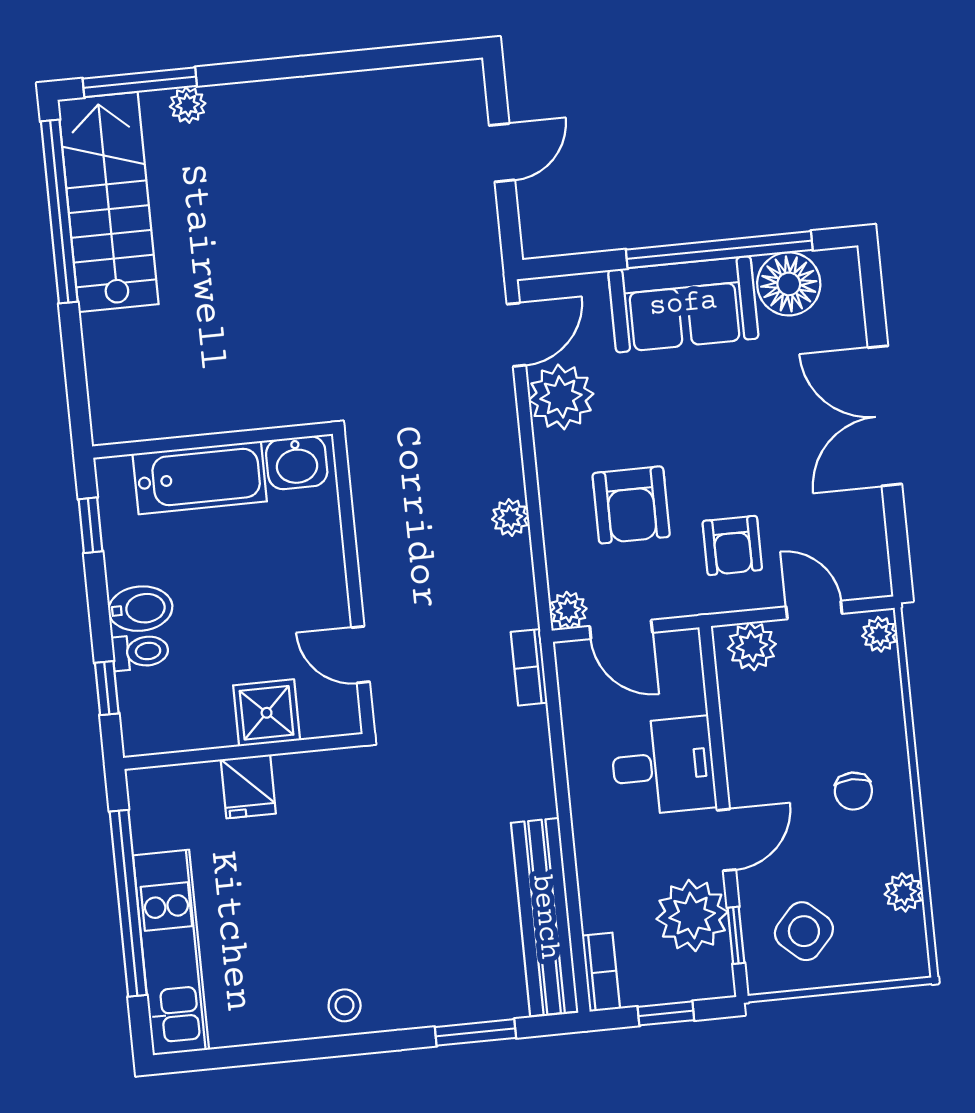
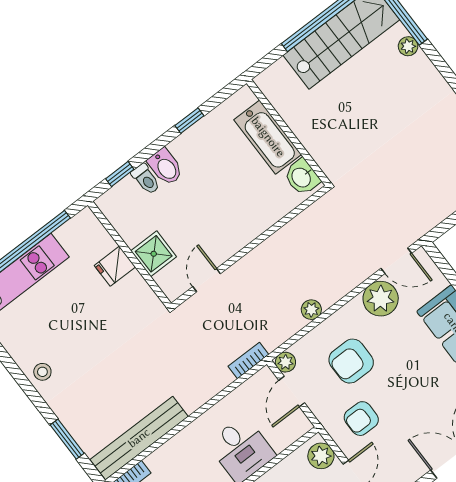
wall: (212, 440) -> (288, 132), moved
washbasin: (297, 463) -> (302, 177), moved
bathtub: (200, 478) -> (268, 137), moved

